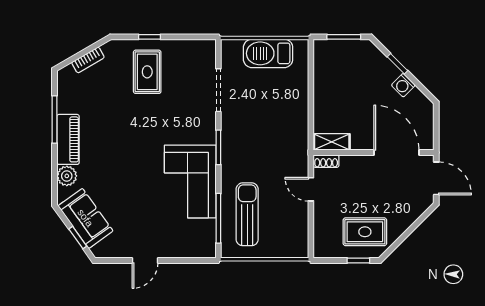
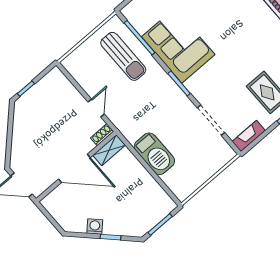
fireplace: (197, 47) -> (249, 136), added
barbecue: (268, 53) -> (154, 154), moved, turned 90
door: (396, 152) -> (74, 168), moved
door: (311, 189) -> (96, 108), hinge flipped
rug: (365, 232) -> (38, 111), removed

